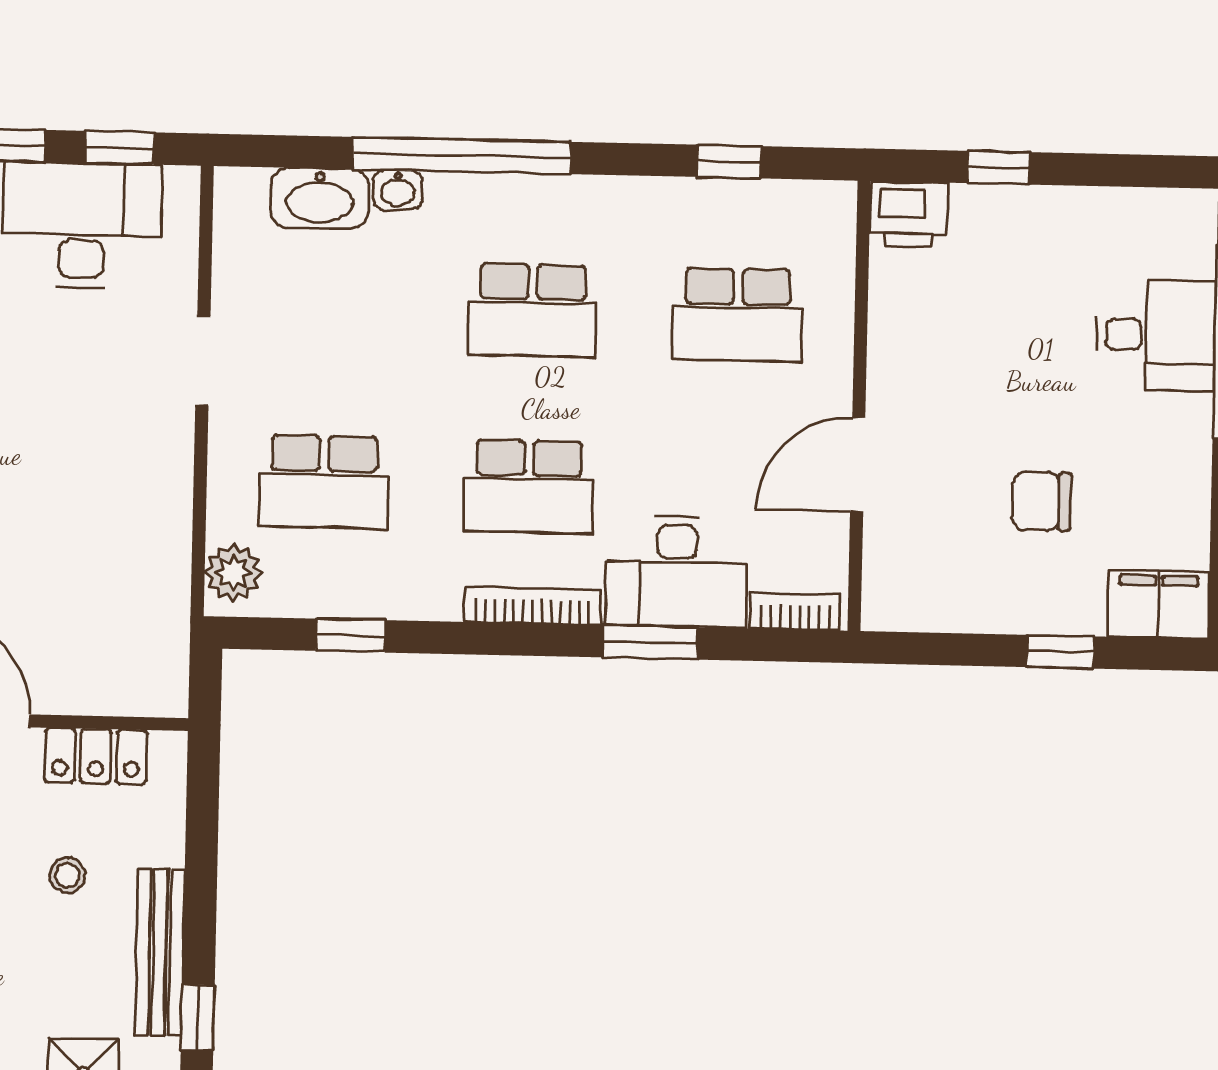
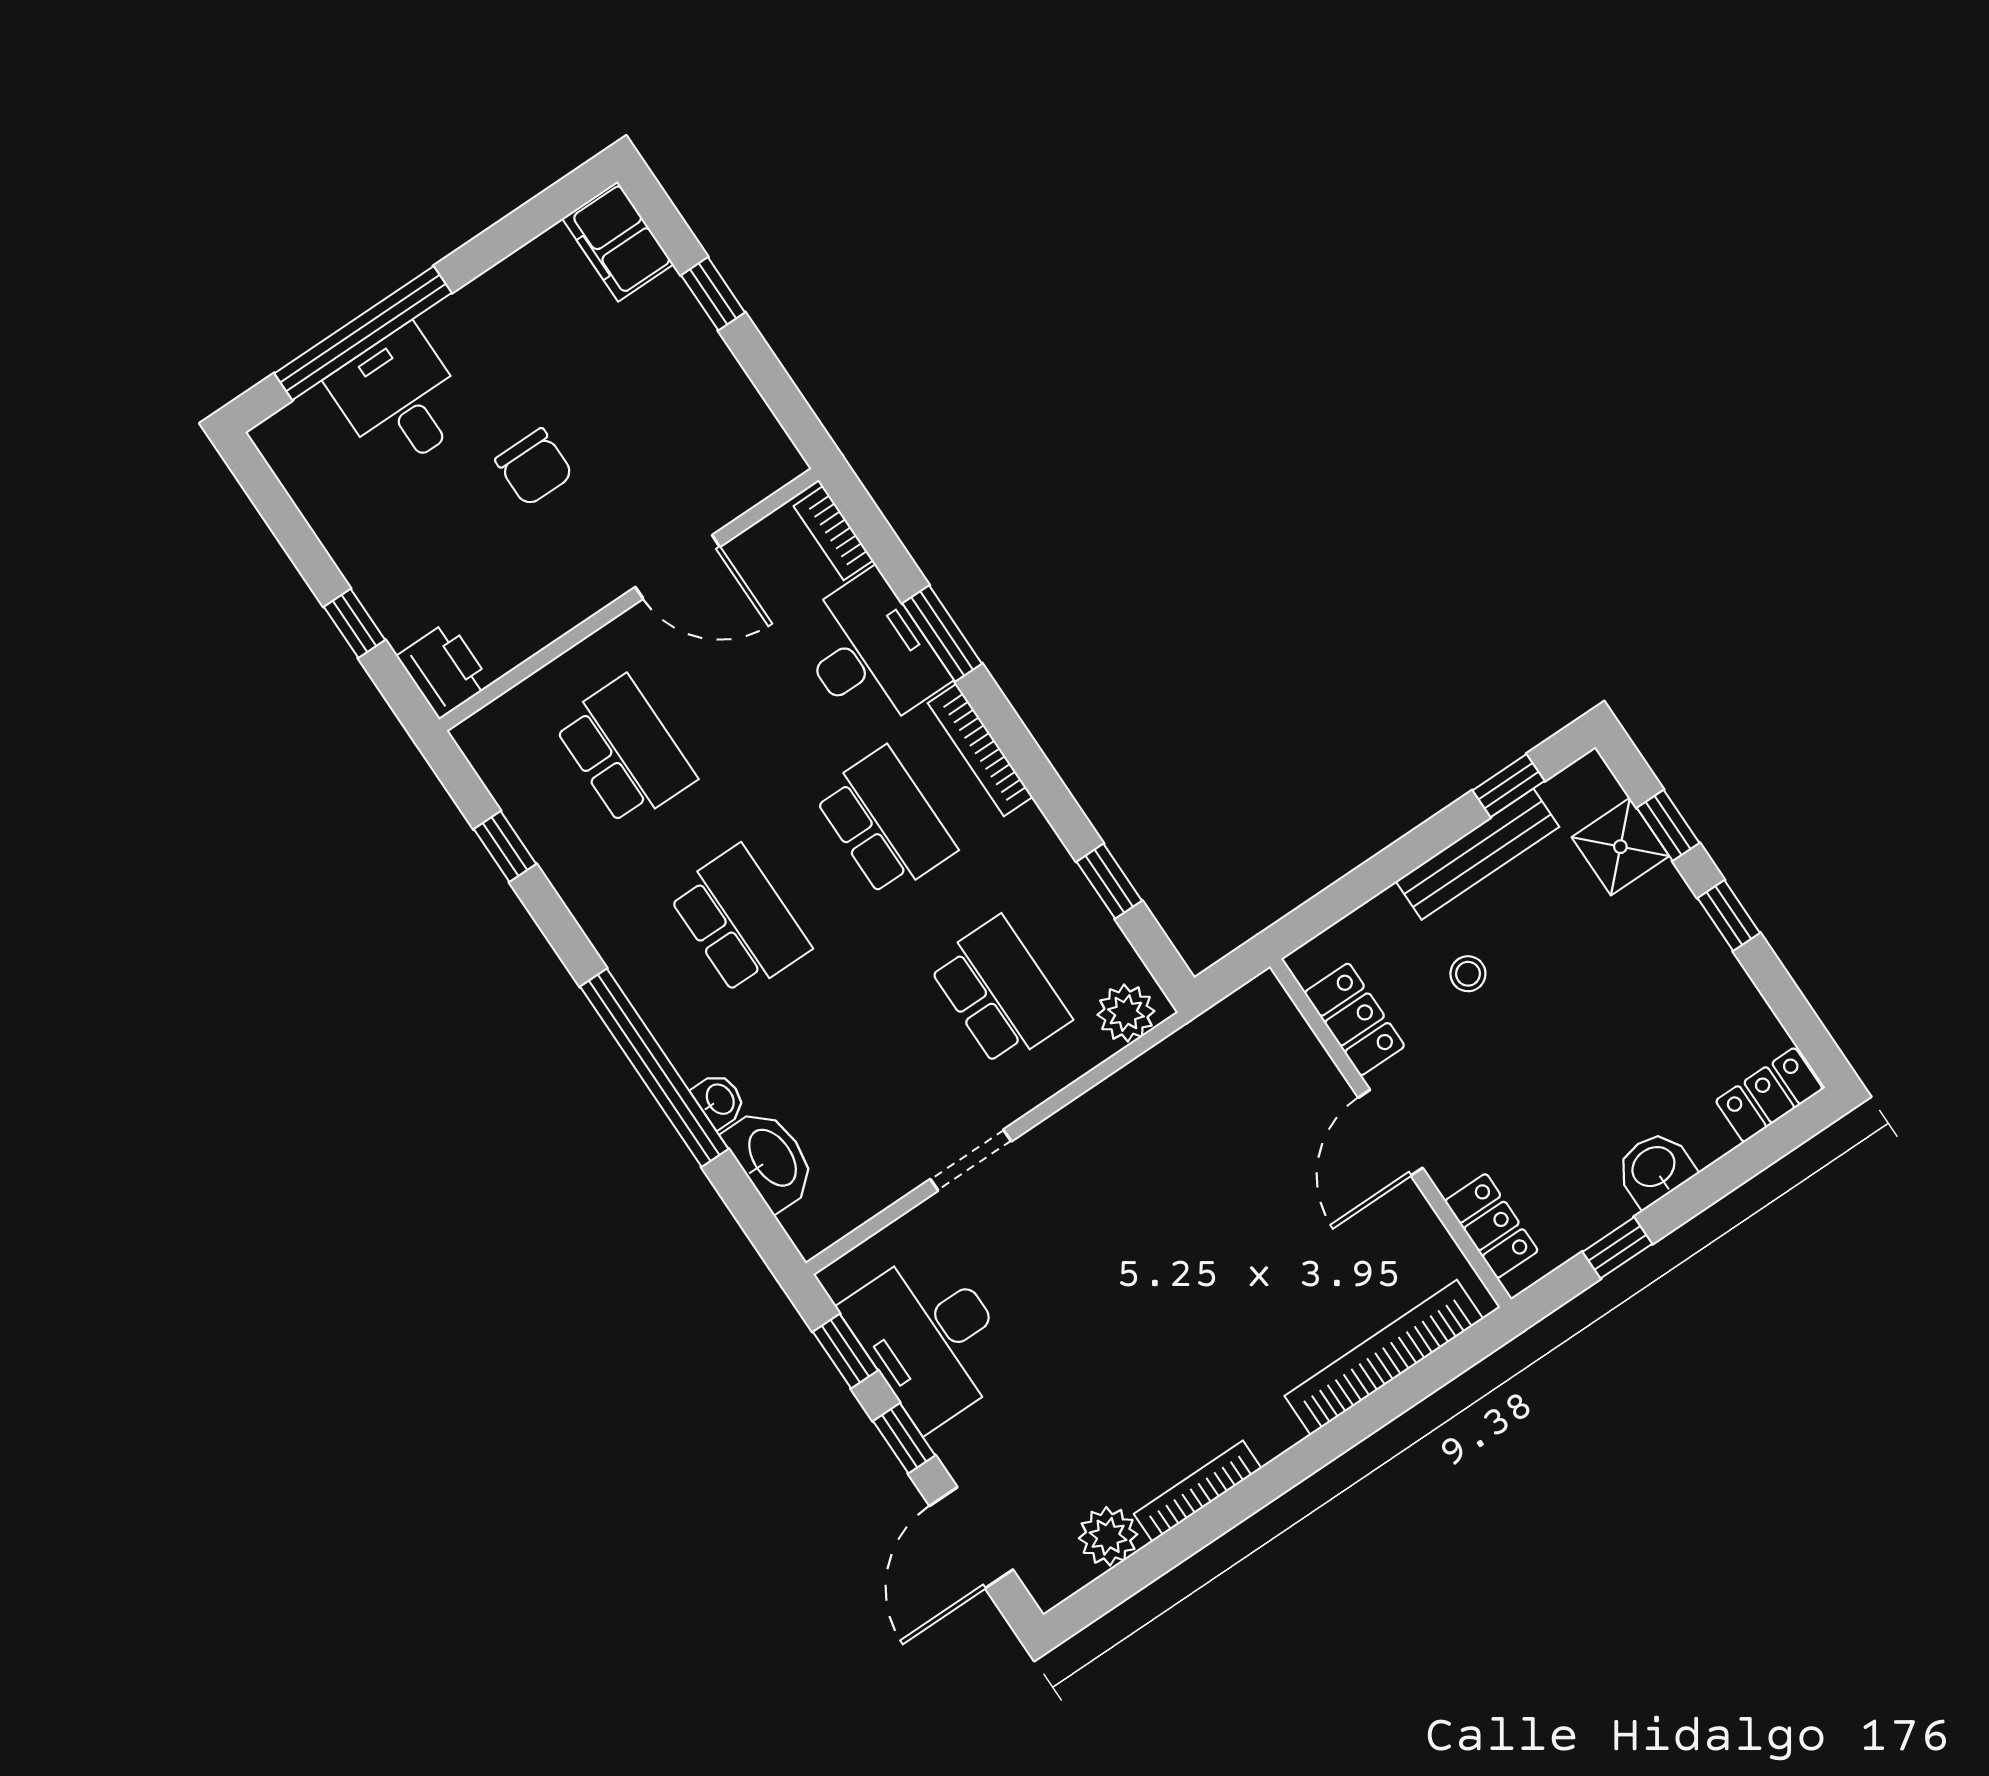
chair: (1041, 501) -> (534, 467), moved

